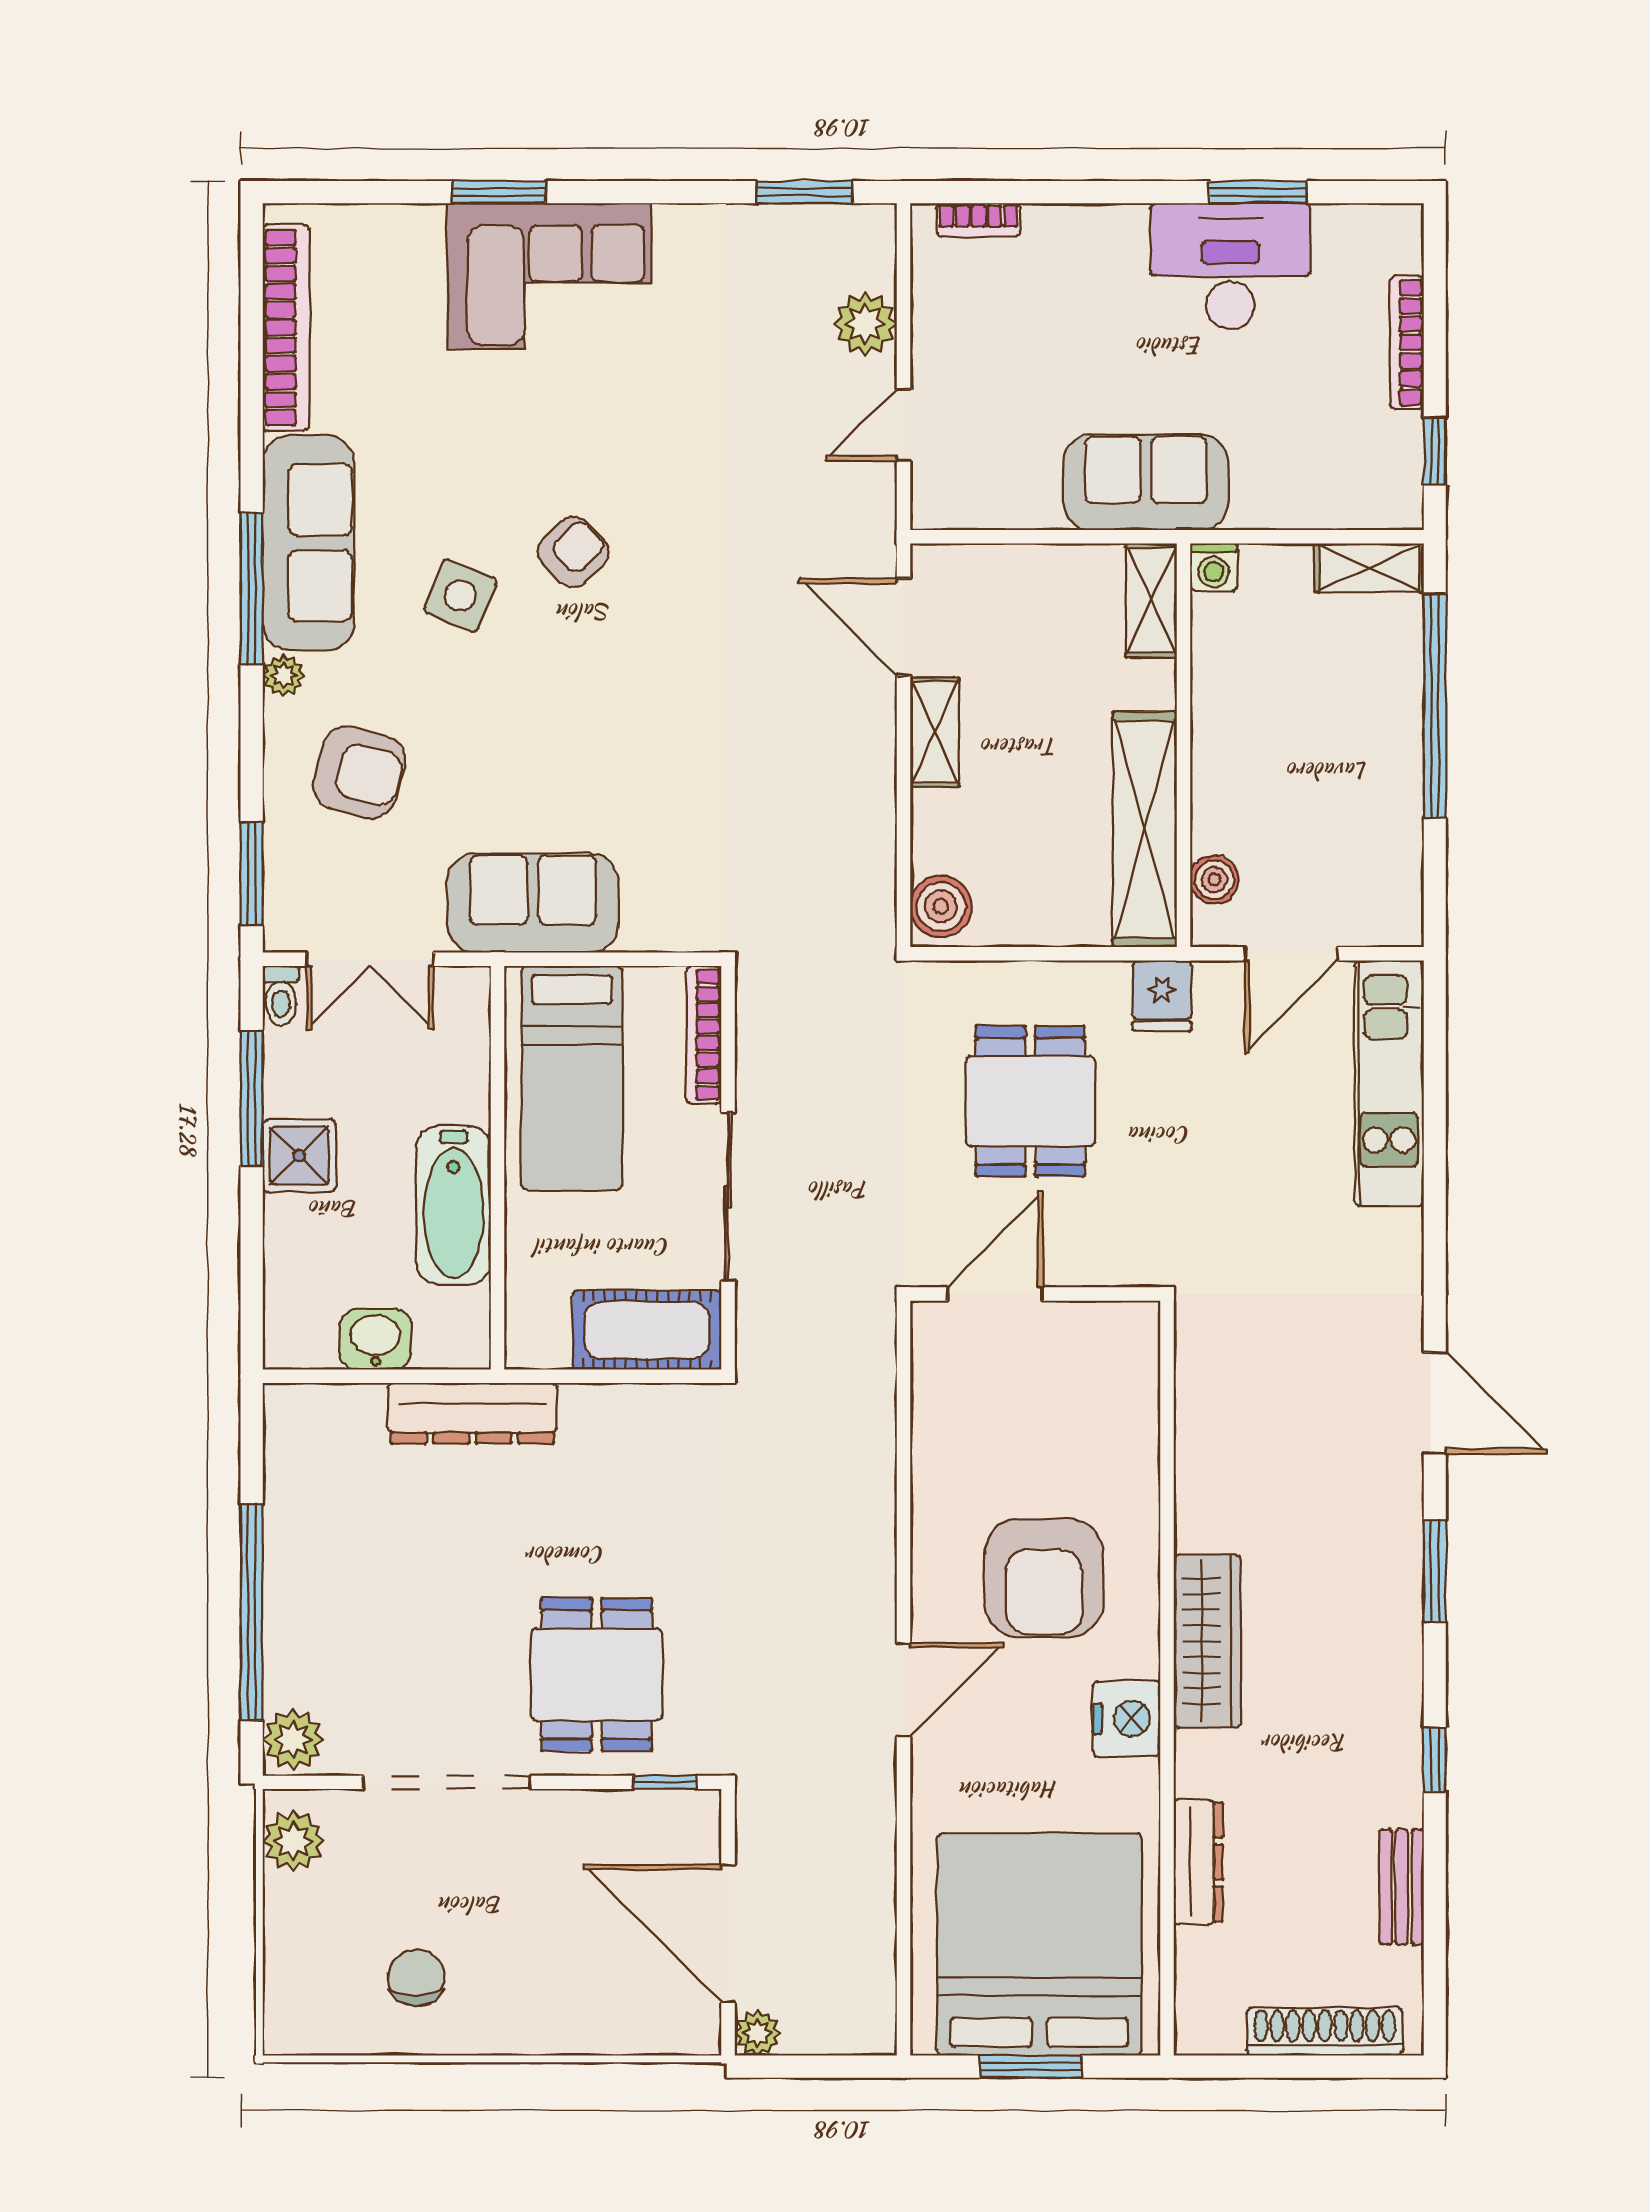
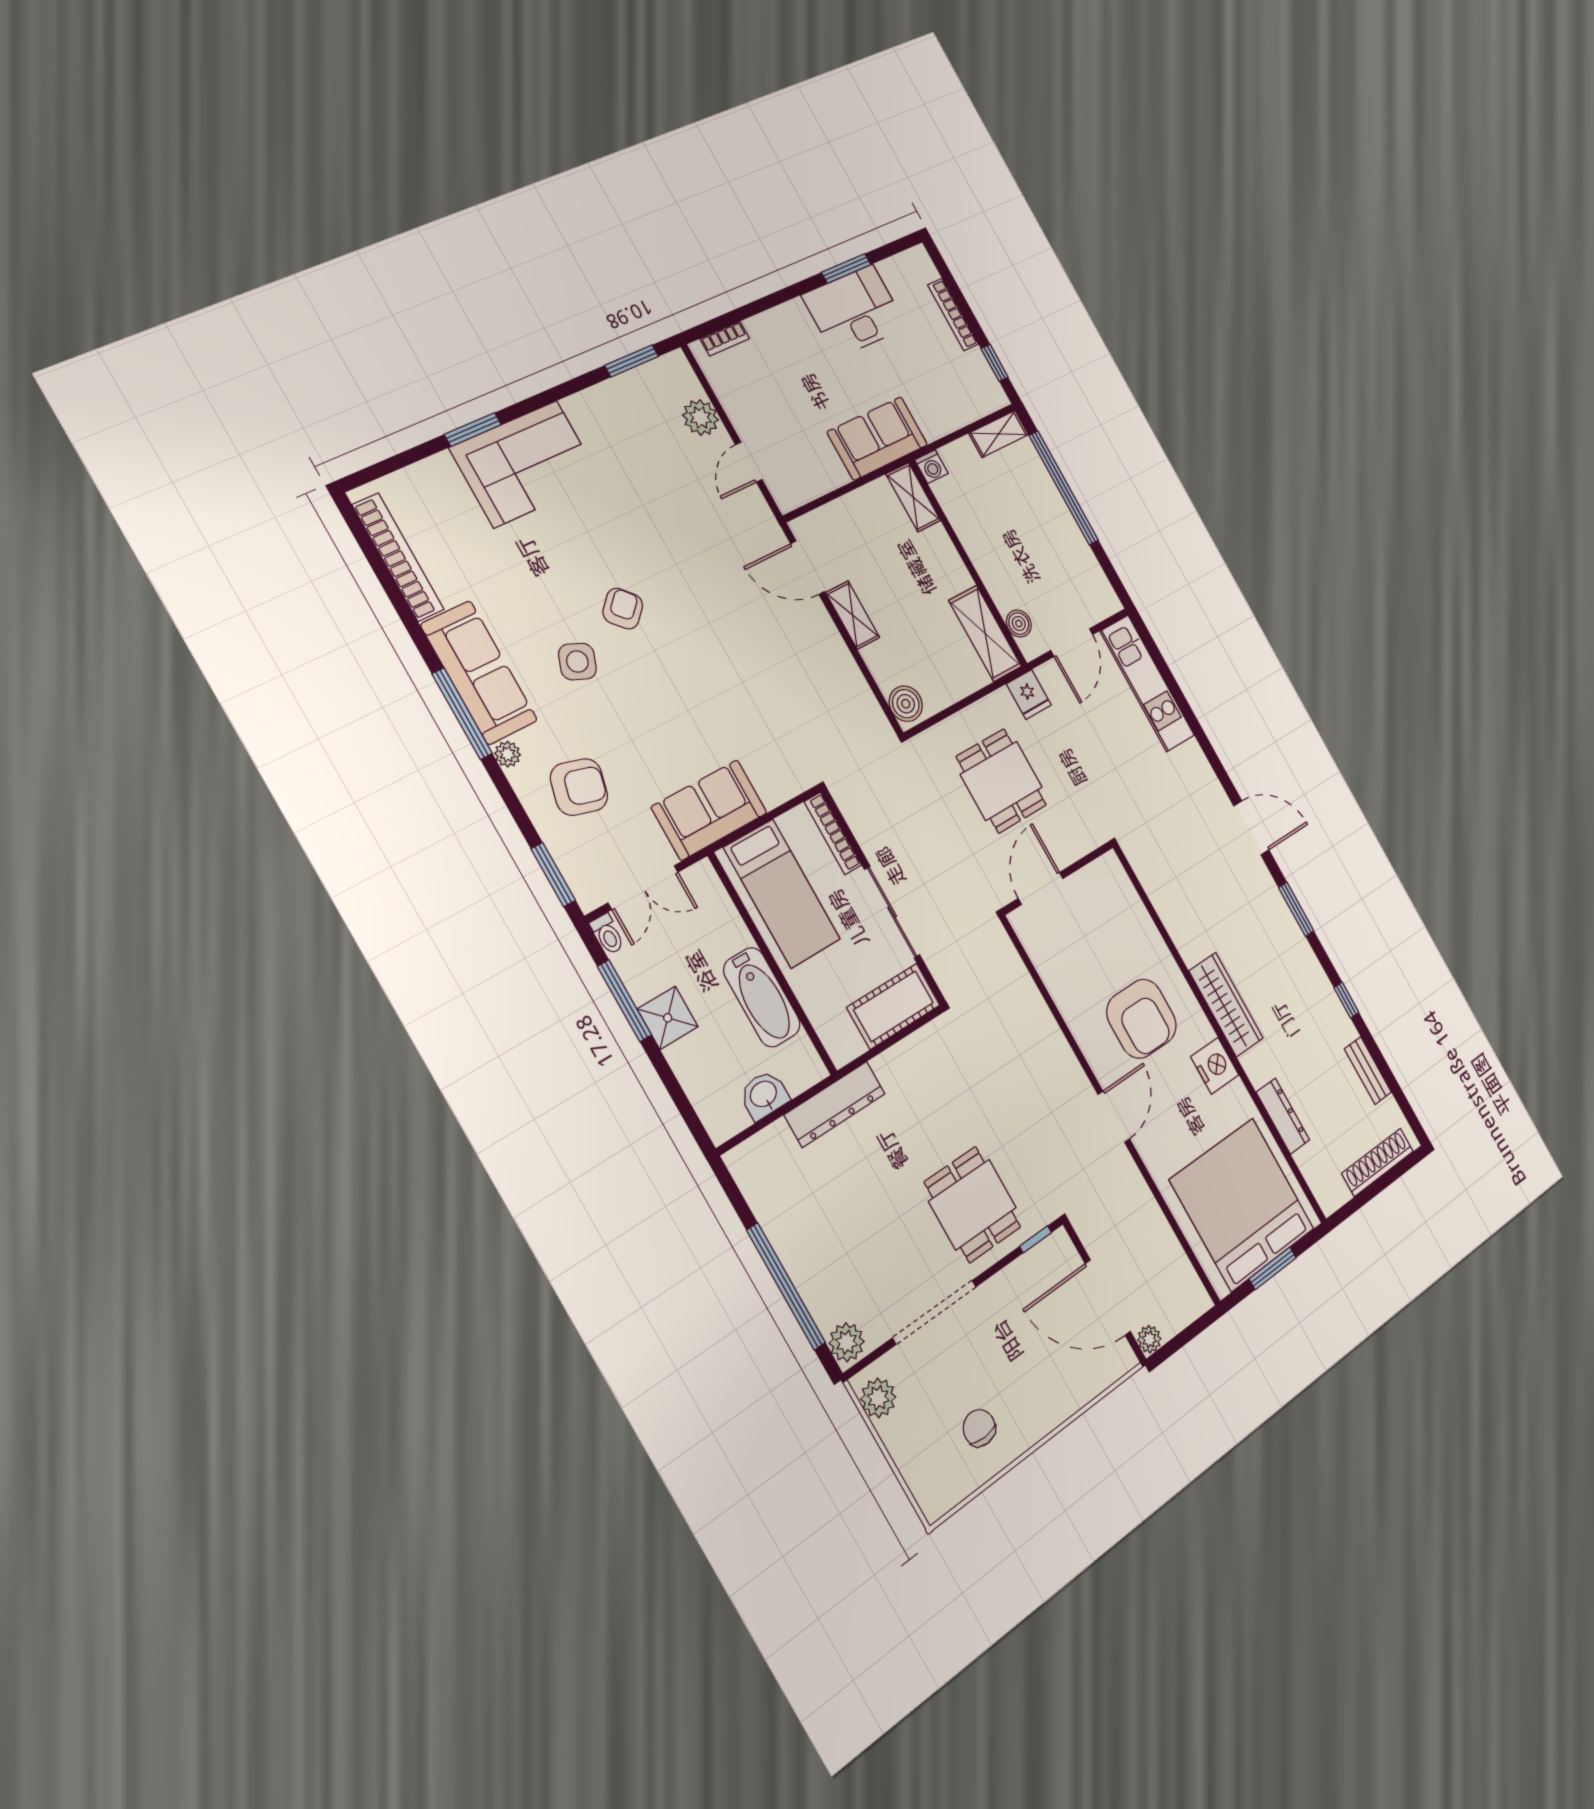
shelving: (1145, 829) -> (985, 634), width x0.68

